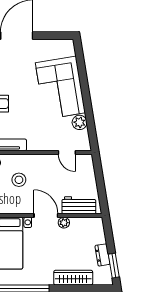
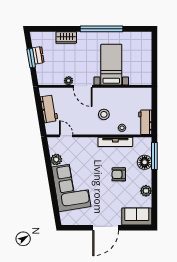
workbench: (79, 205) -> (49, 109), moved, turned -99
window: (114, 266) -> (31, 58), moved
wardrobe: (73, 278) -> (66, 37), width x0.67

